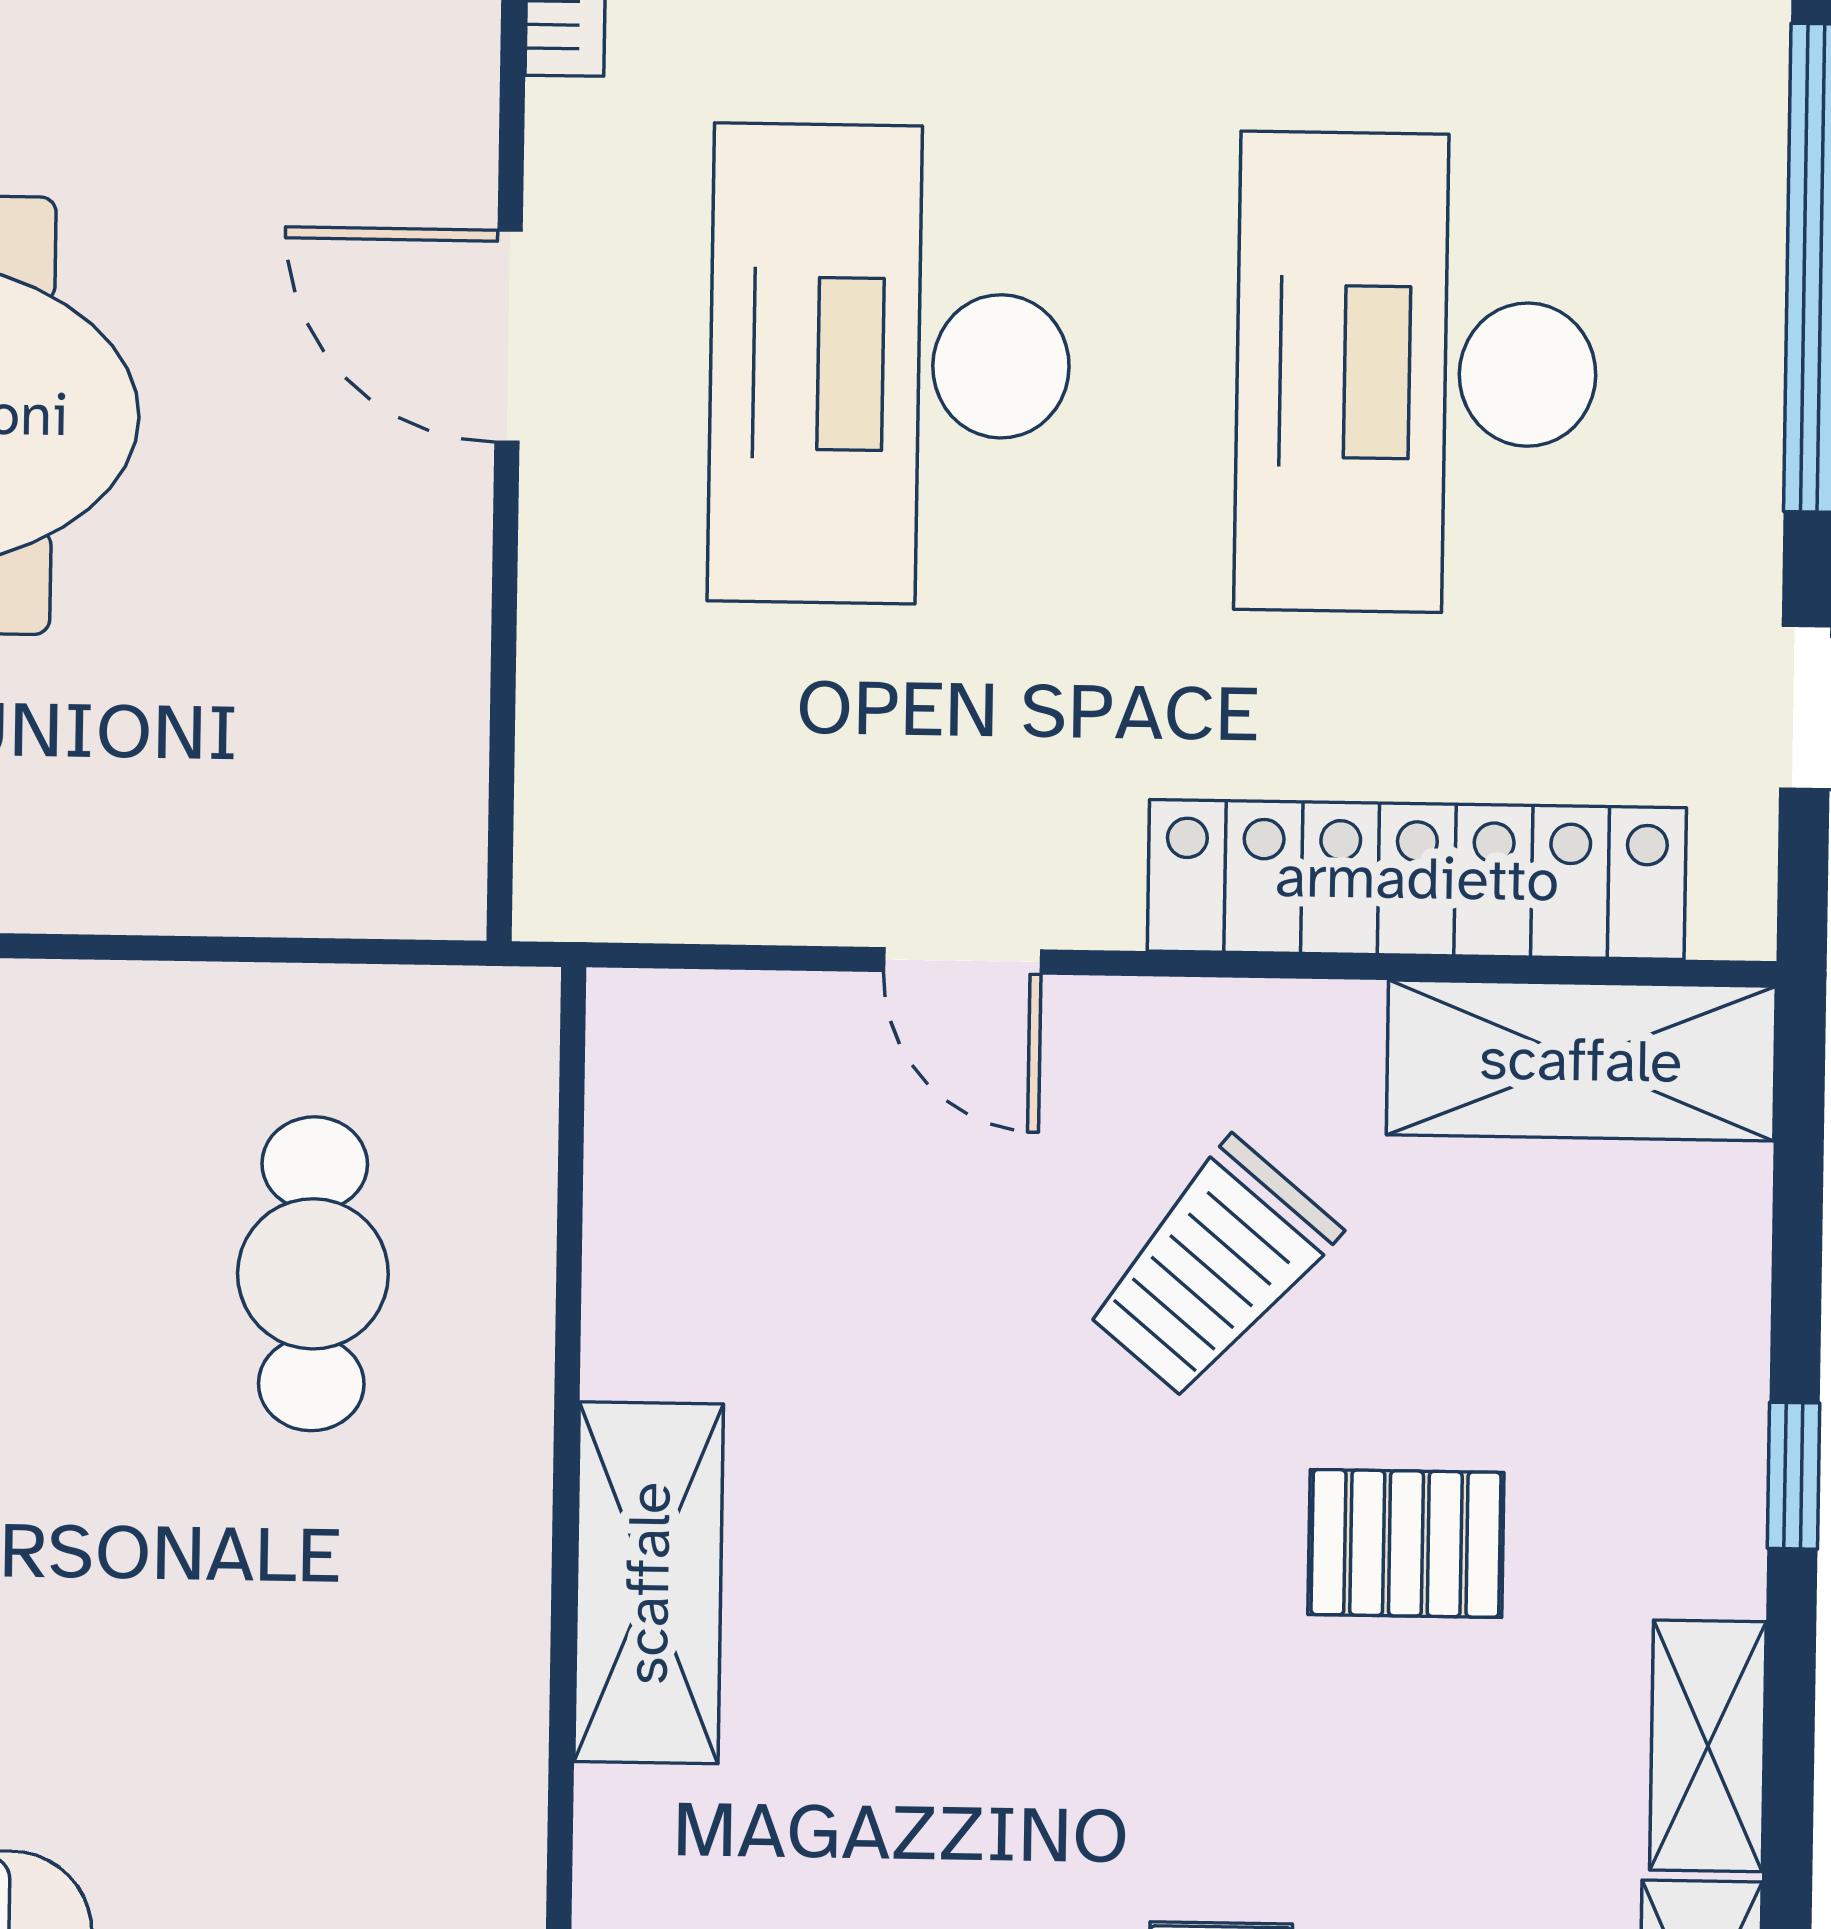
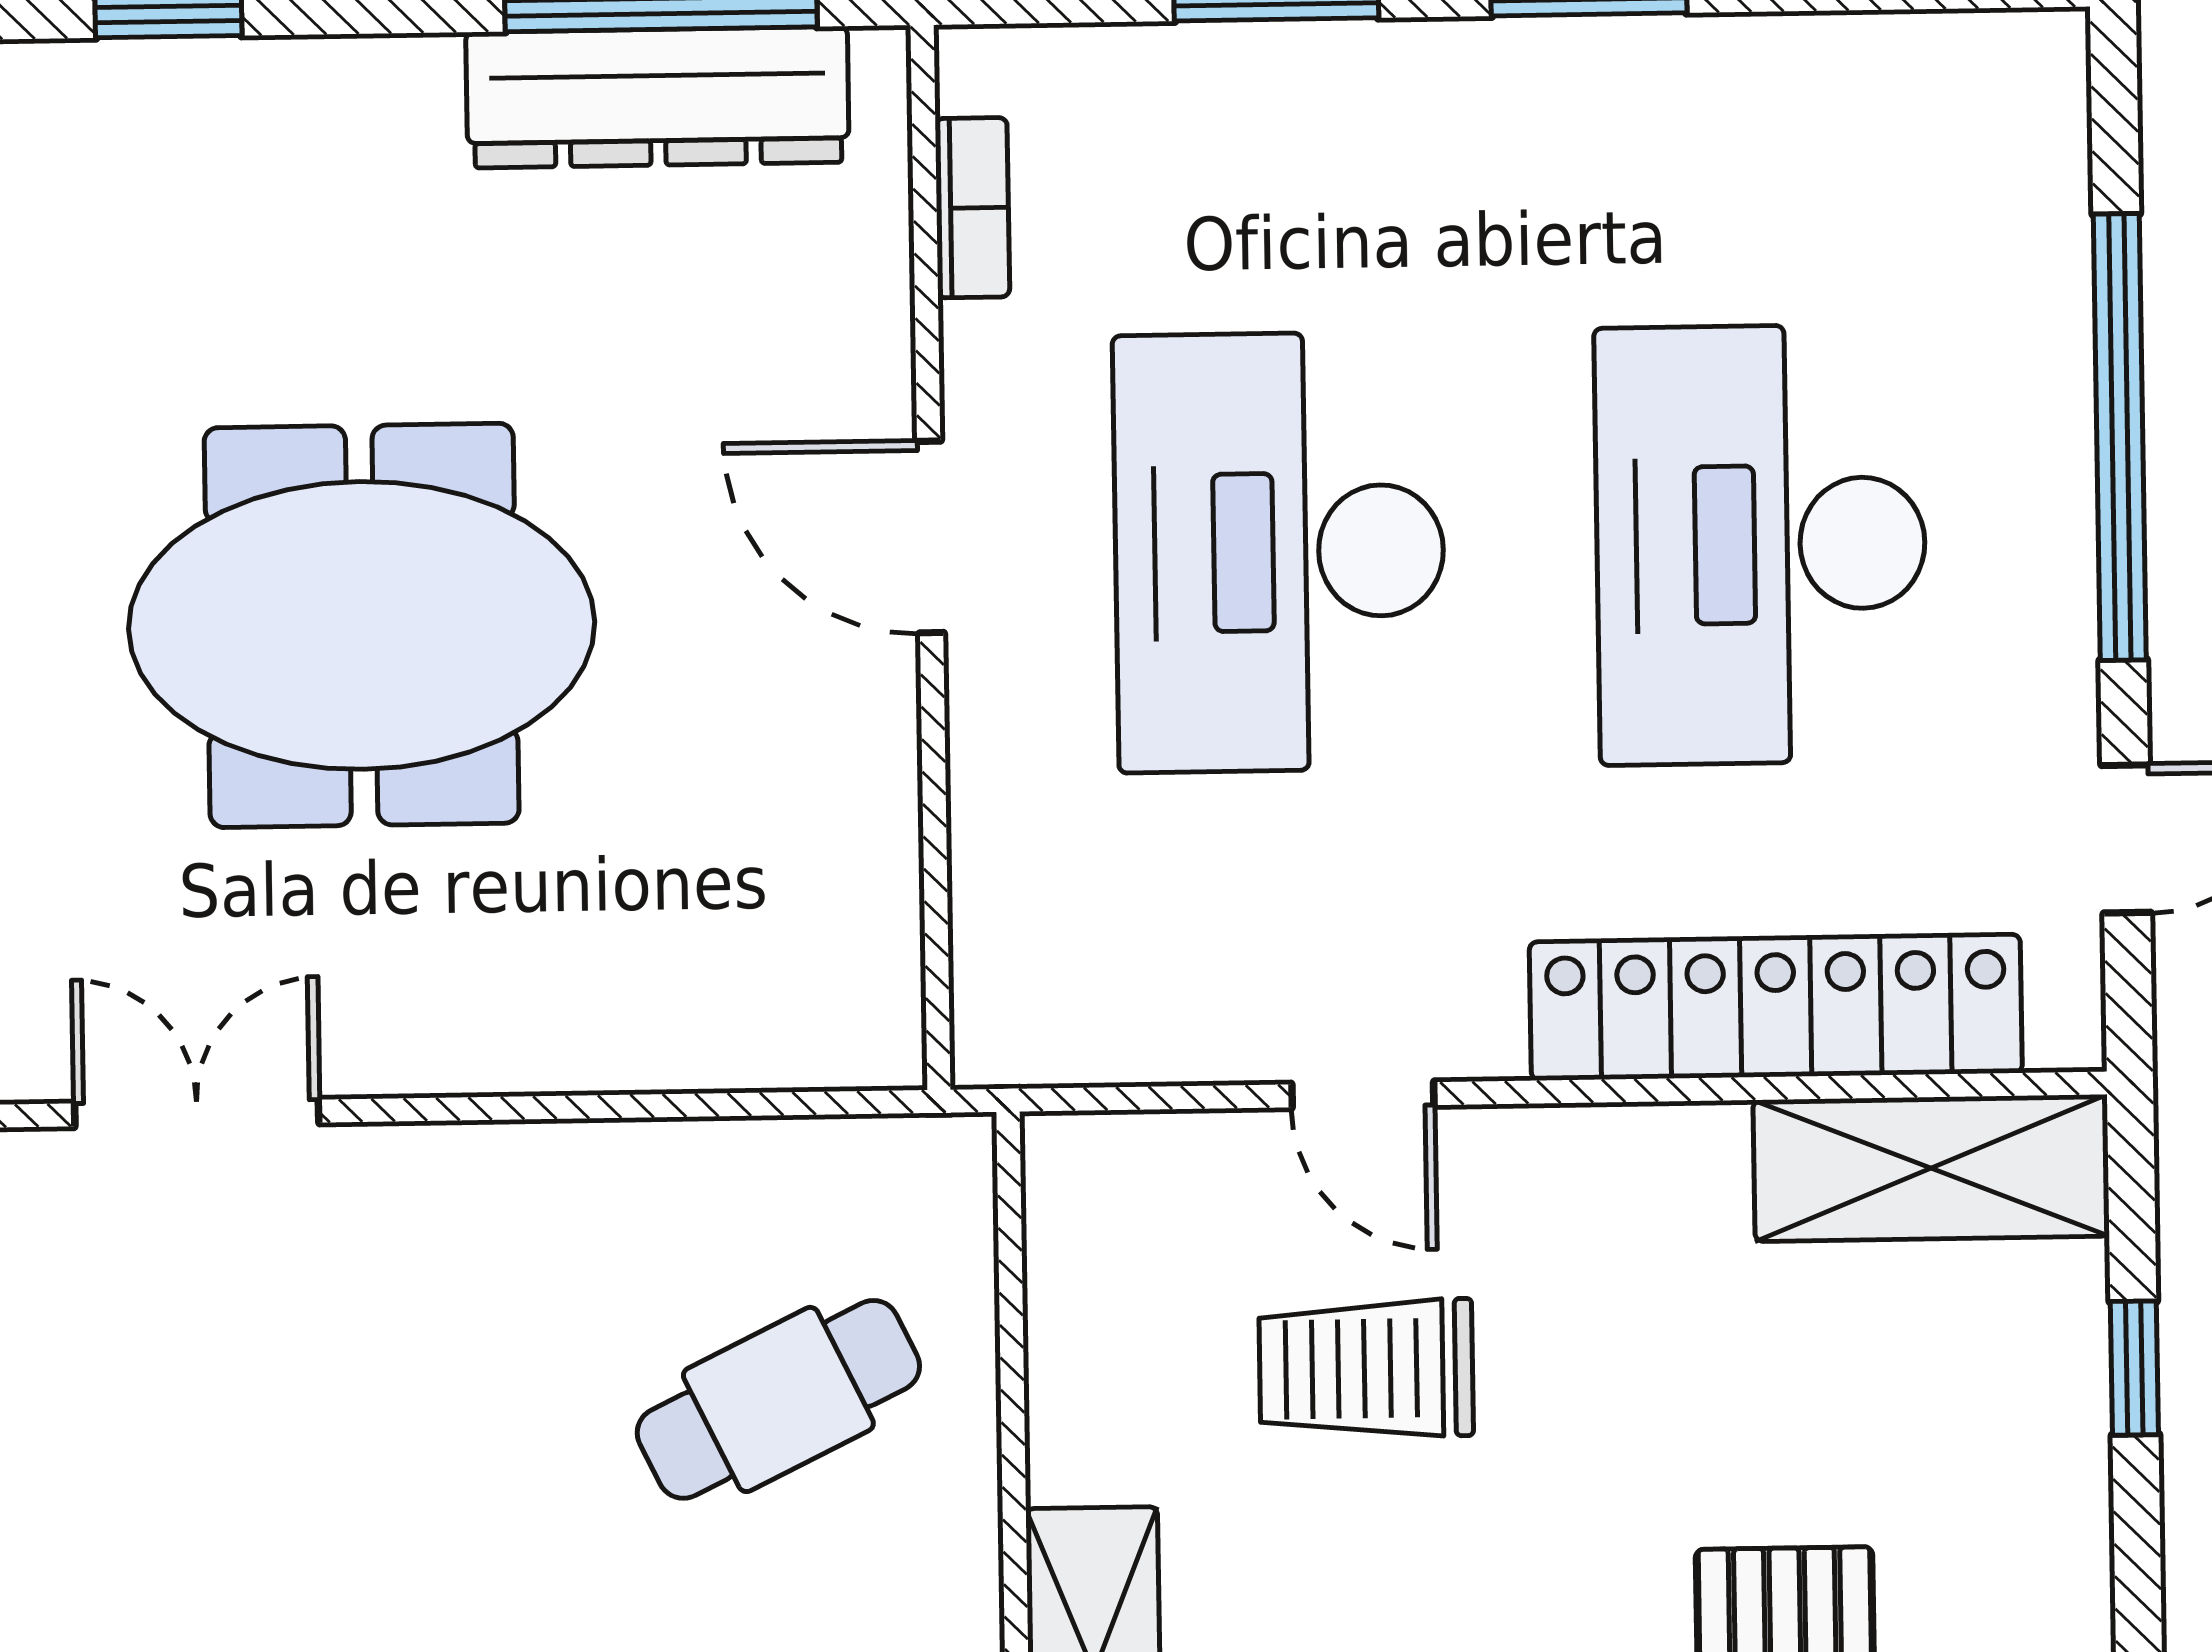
trolley: (1212, 1269) -> (1366, 1369), moved, turned 50
cafe table: (313, 1274) -> (778, 1399), turned 64
window: (1793, 1476) -> (2134, 1368), moved

